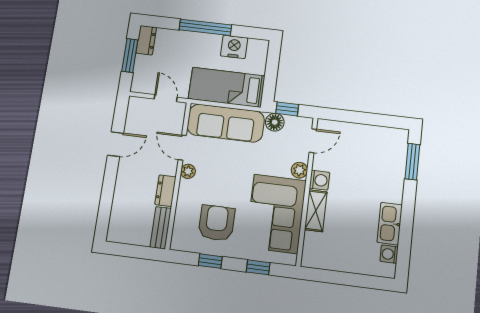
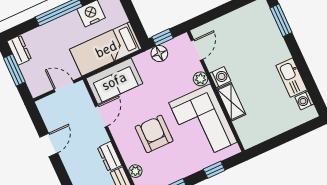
sofa: (226, 123) -> (114, 81), width x0.73
door: (182, 148) -> (101, 116), swing flipped
plant: (188, 171) -> (135, 171), moved
armchair: (217, 223) -> (154, 134), moved

